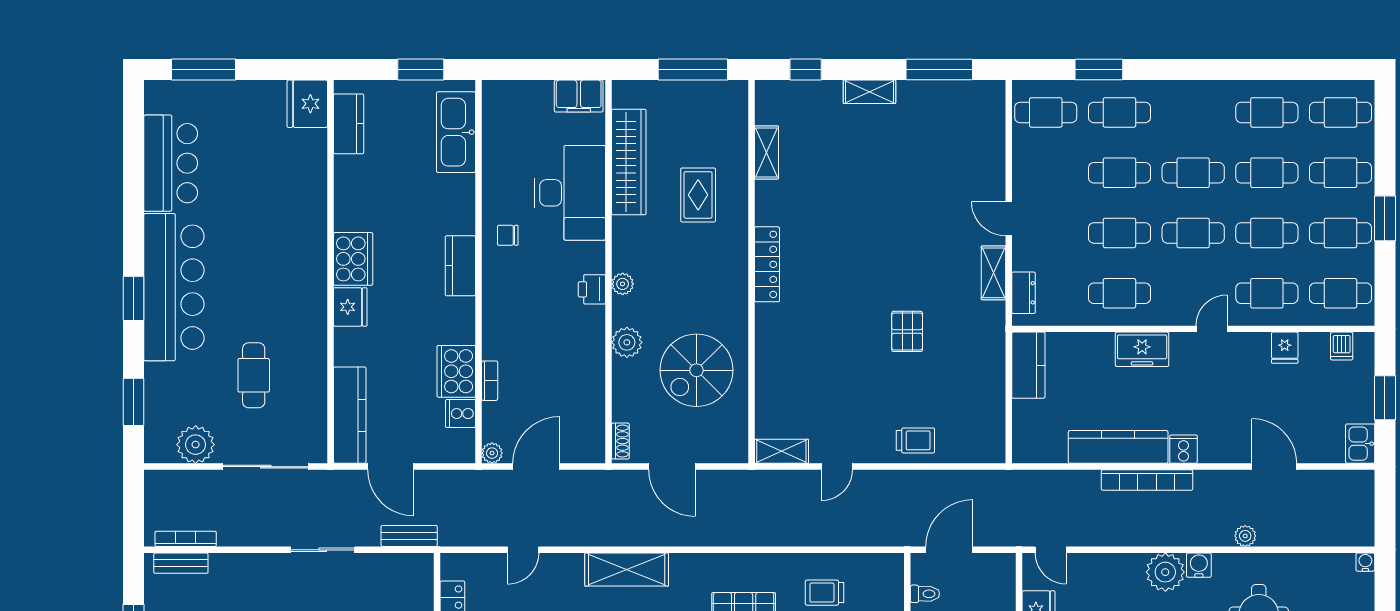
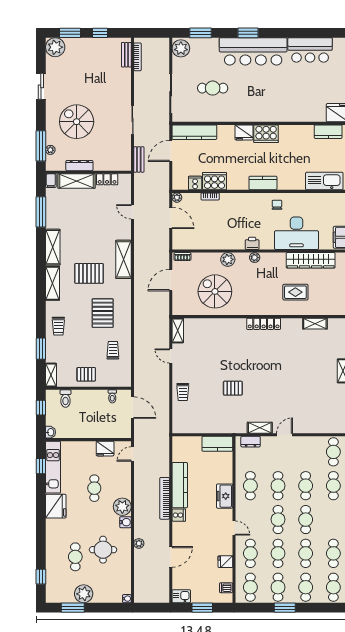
plant: (196, 445) -> (181, 48), moved

